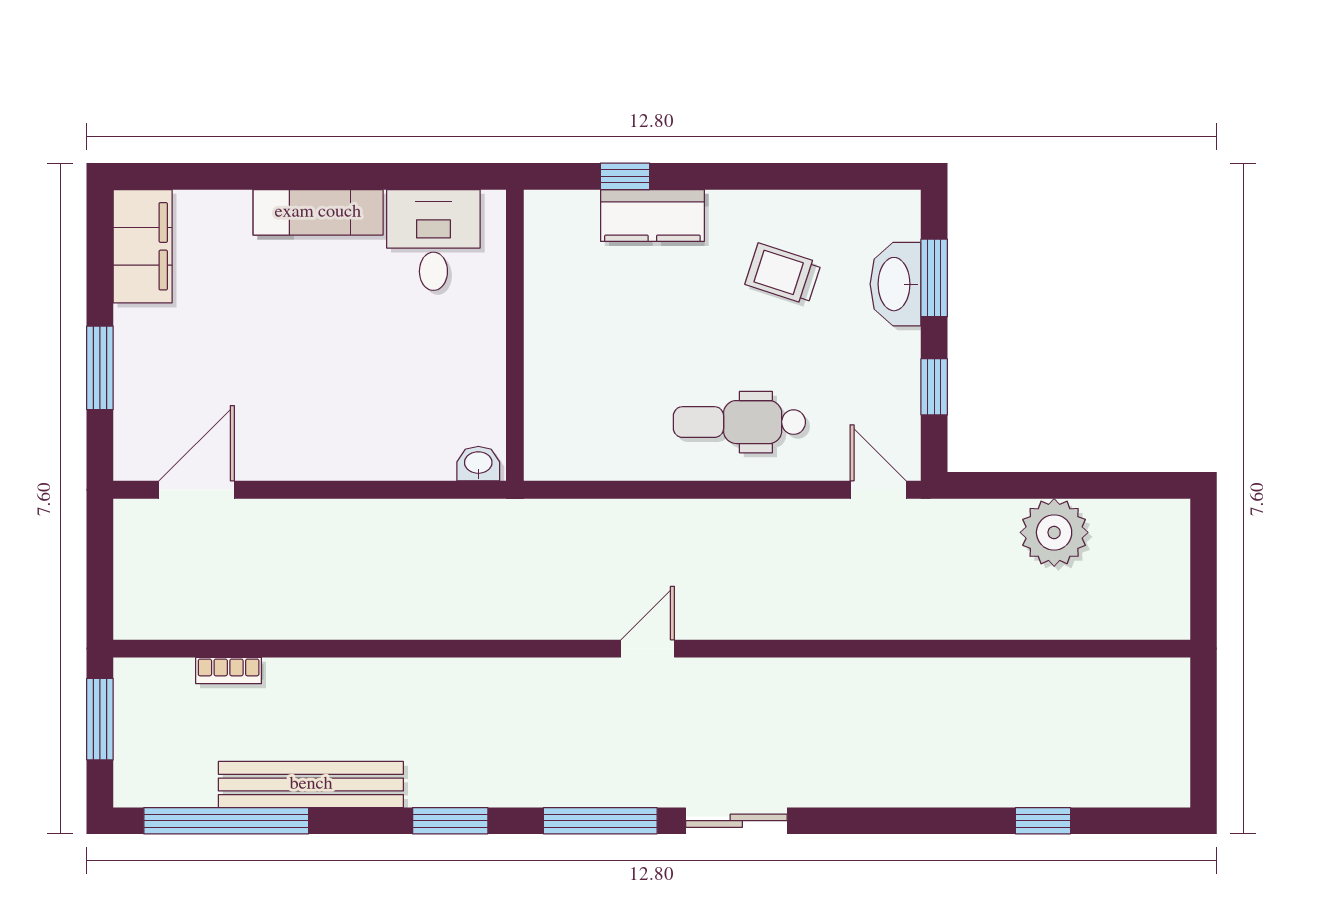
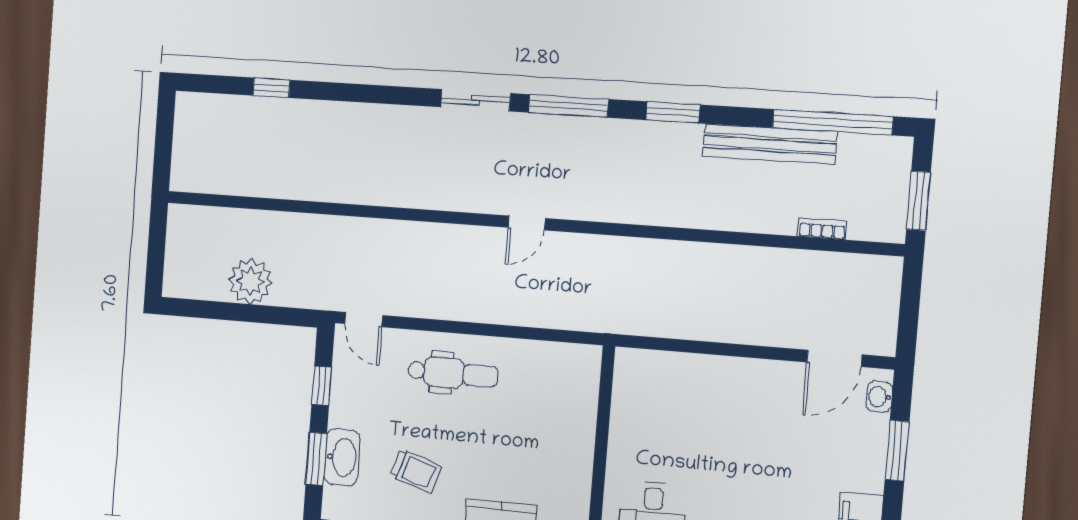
washbasin: (478, 464) -> (879, 397), moved, turned 90

